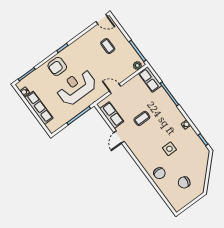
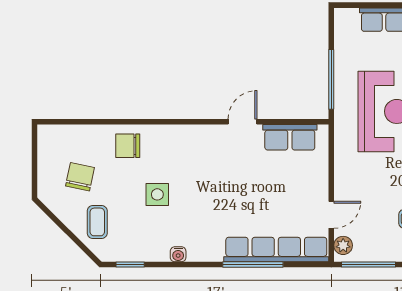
row of seats: (150, 79) -> (276, 250), width x2.02
door: (115, 89) -> (331, 215), moved
coffee table: (142, 118) -> (97, 222), moved
door: (119, 137) -> (242, 122), hinge flipped

